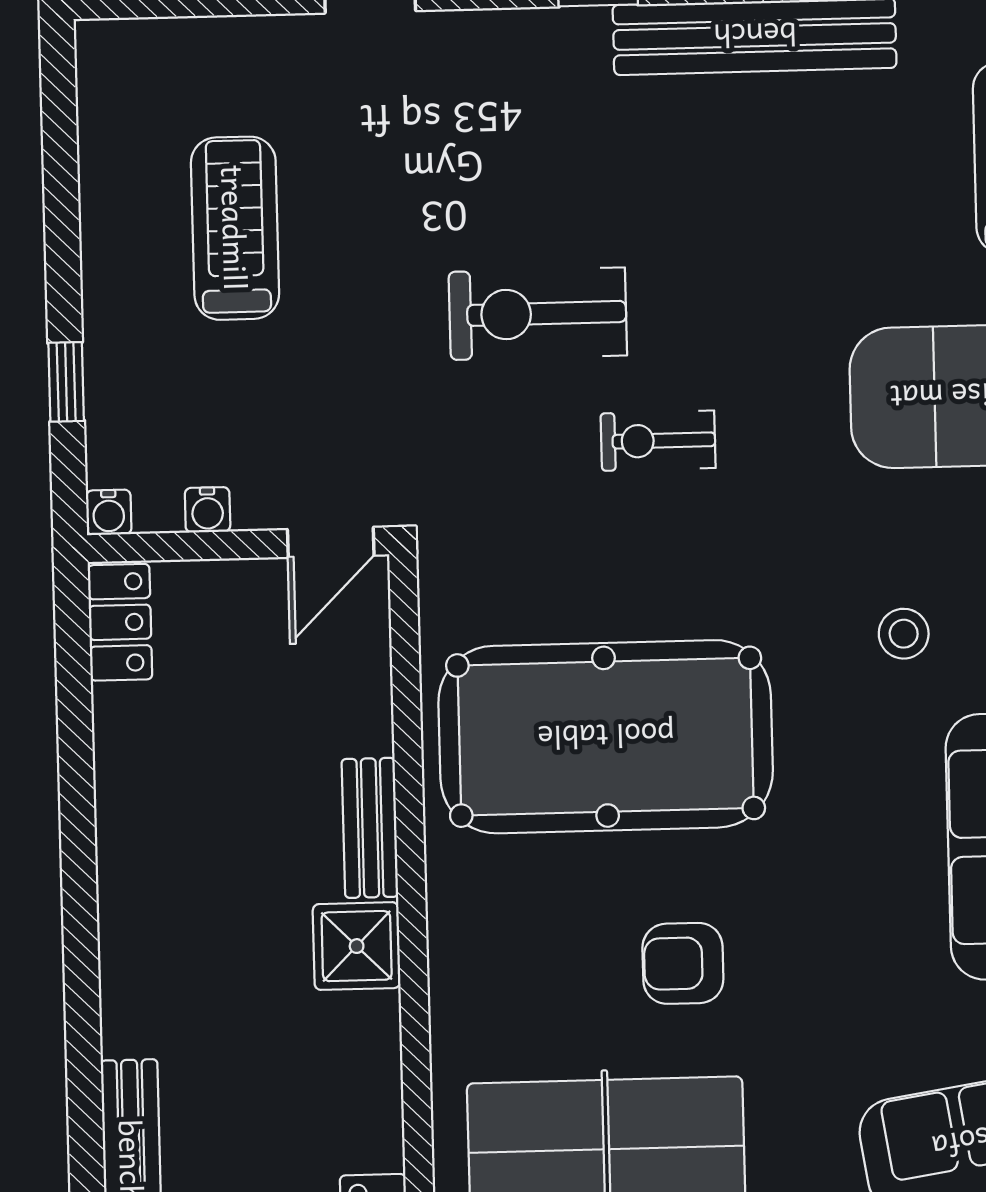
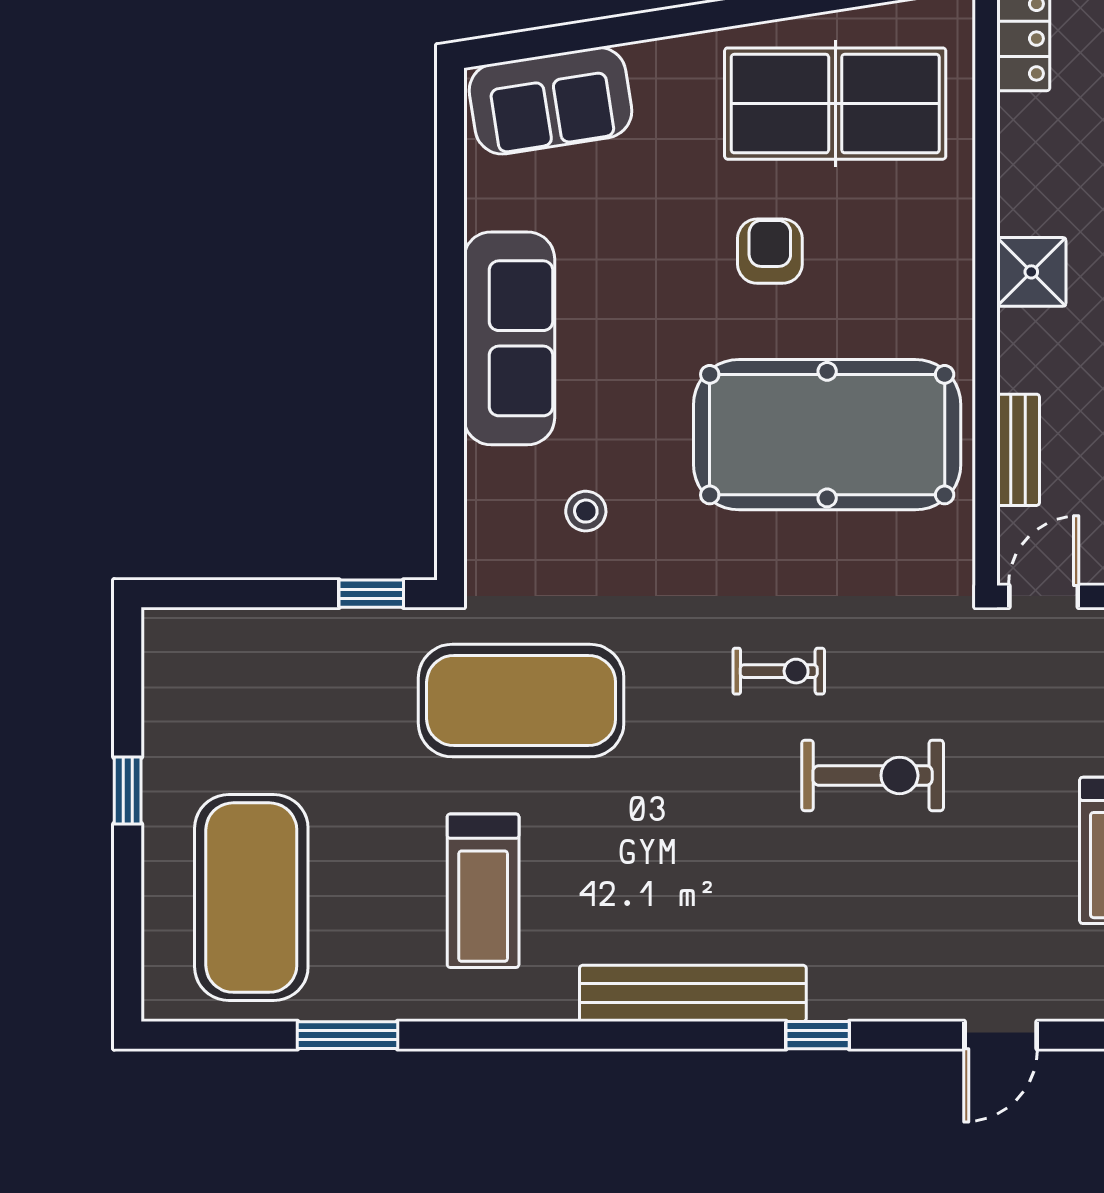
bench: (370, 828) -> (1018, 450), moved
armchair: (683, 963) -> (770, 251), turned -90

